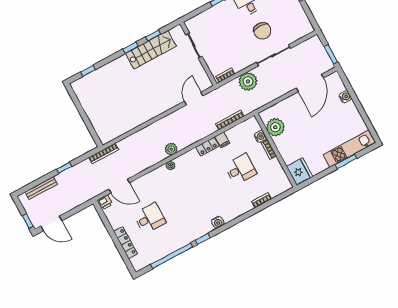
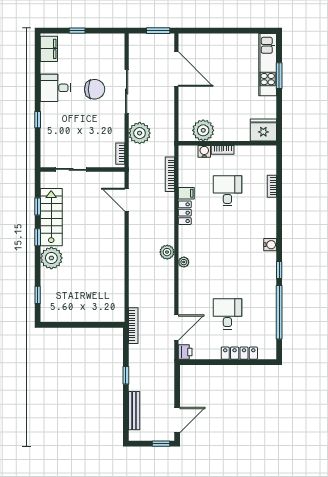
plant: (121, 66) -> (51, 258), added
water cooler: (345, 97) -> (211, 40), removed

